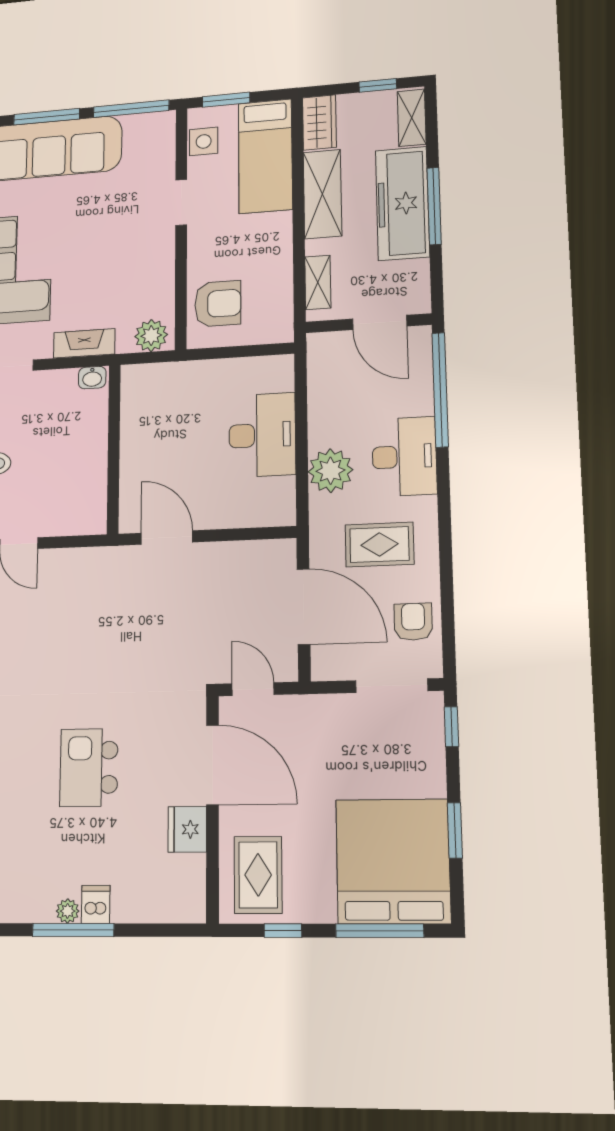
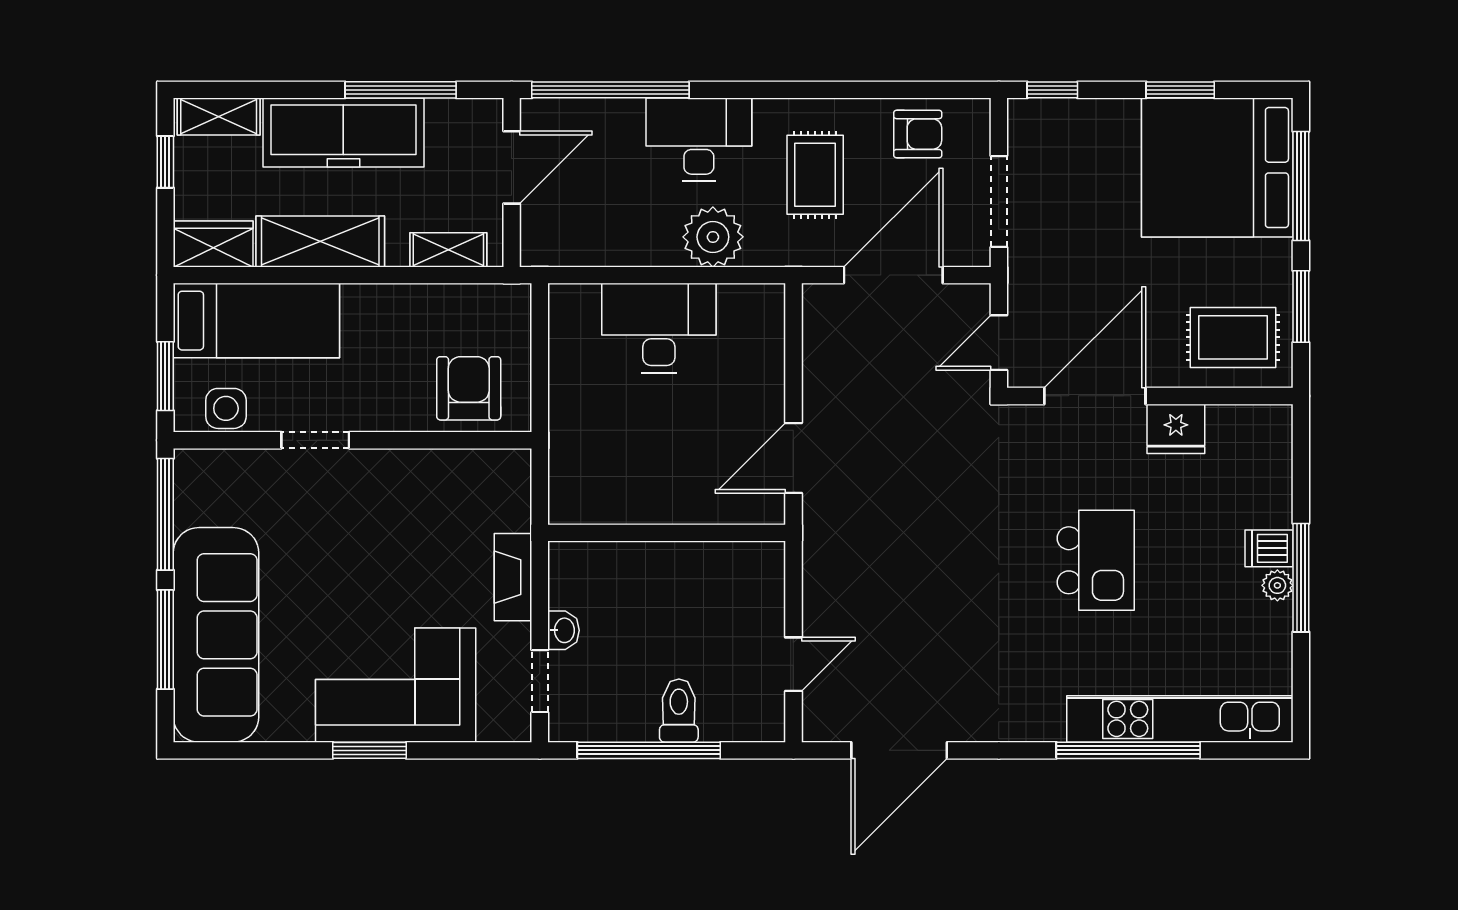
window: (434, 206) -> (401, 90), moved
plant: (151, 336) -> (508, 482), removed
washbasin: (92, 378) -> (564, 630), moved
armchair: (413, 622) -> (918, 134), turned 180
doorway: (392, 686) -> (999, 201), moved
kitchen island: (89, 768) -> (1096, 560), turned -90
window: (283, 931) -> (1301, 306), width x1.50

